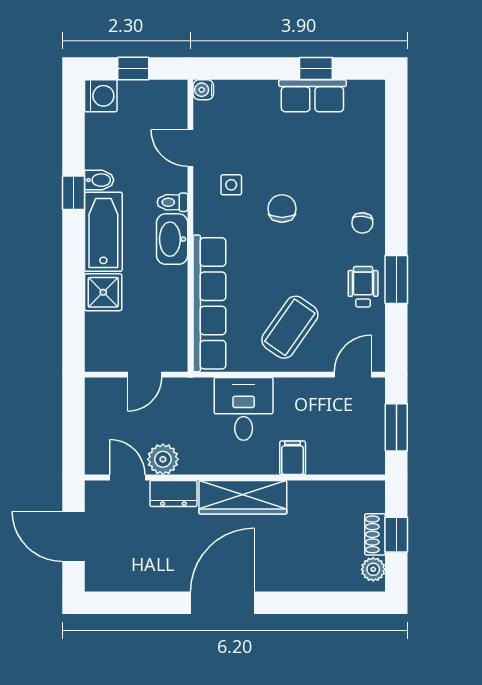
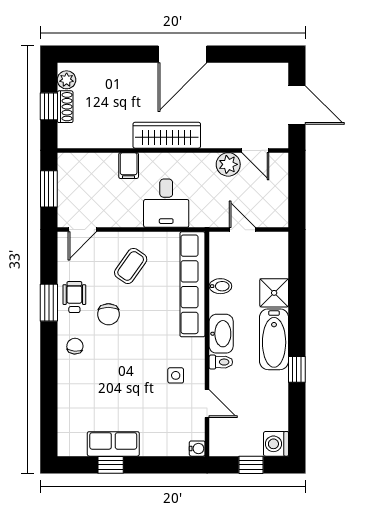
bidet: (99, 180) -> (220, 286), moved, turned 180
chair: (282, 208) -> (108, 314), moved
wheelchair: (363, 287) -> (74, 297), turned 180
coffee table: (290, 327) -> (131, 266), width x0.73, depth x0.77
door: (145, 375) -> (242, 230), hinge flipped
dresser: (173, 493) -> (220, 138), removed

